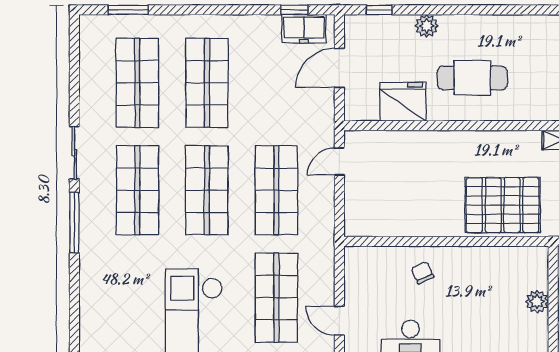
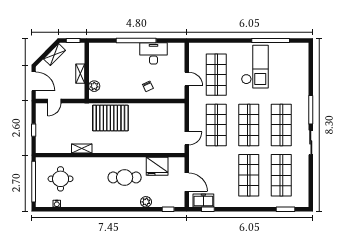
door: (339, 68) -> (187, 182), hinge flipped
plant: (537, 302) -> (94, 86), moved
door: (339, 321) -> (187, 79), moved

